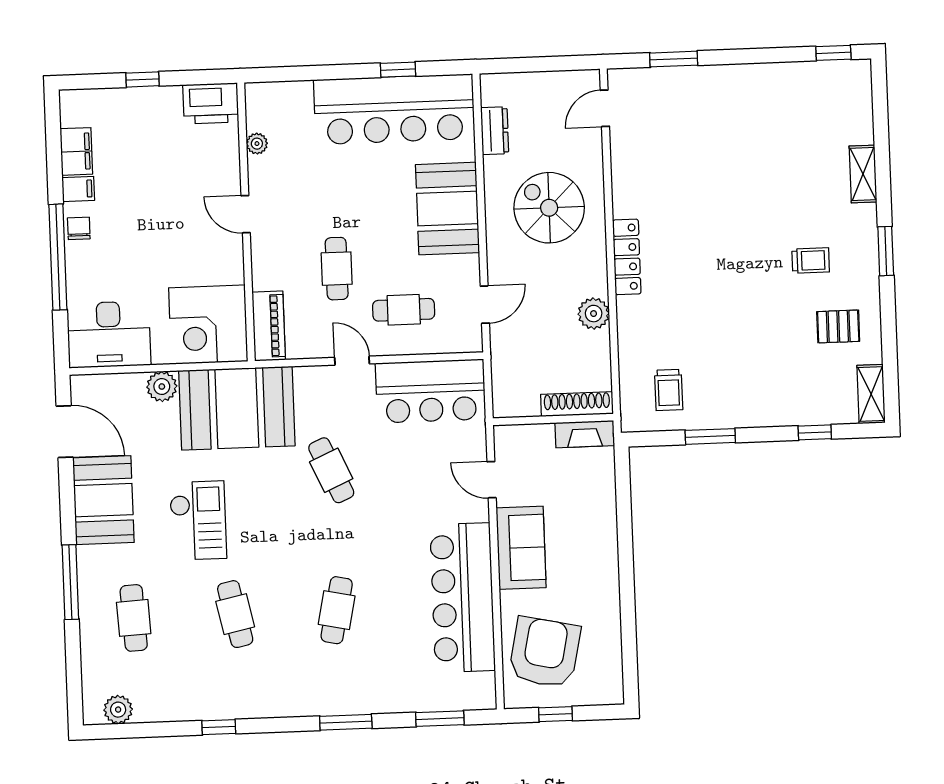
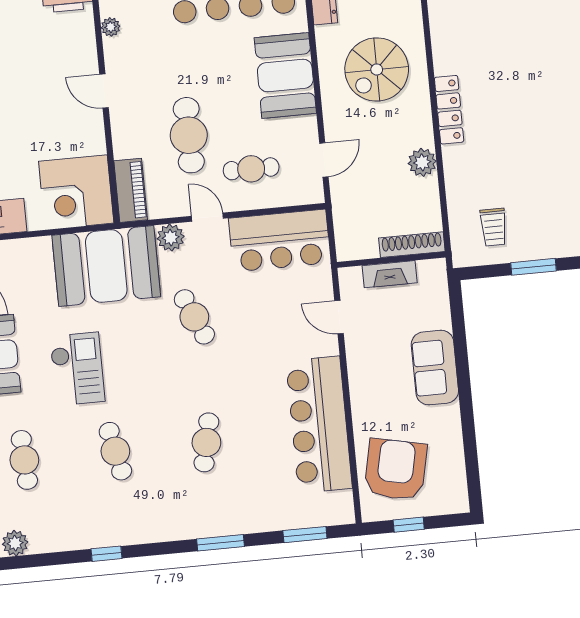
spiral stairs: (549, 208) -> (377, 69), turned -90
cafe table: (337, 269) -> (189, 135), width x1.37, depth x1.35
plant: (162, 387) -> (171, 238), moved
fireplace: (585, 434) -> (390, 274), moved
sofa: (521, 548) -> (435, 368), moved, turned 180

